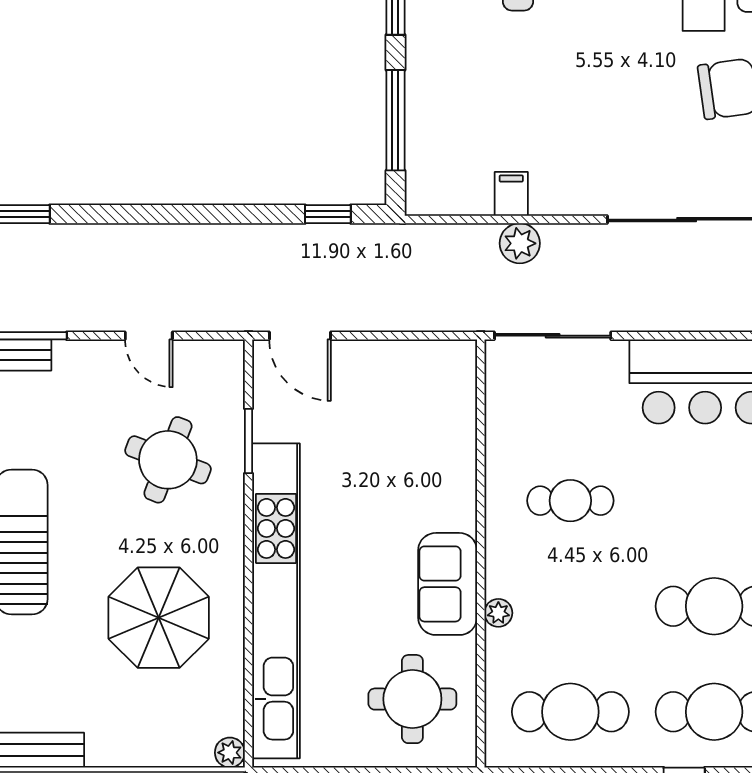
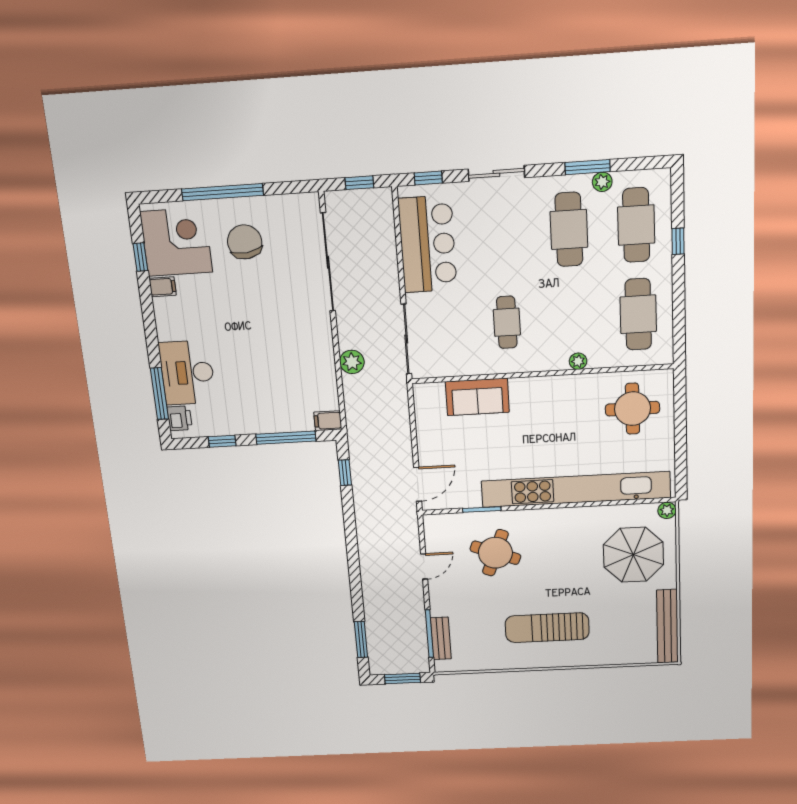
filing cabinet: (511, 194) -> (328, 421), moved
sofa: (448, 584) -> (477, 397), moved
parasol: (159, 618) -> (633, 555), moved

